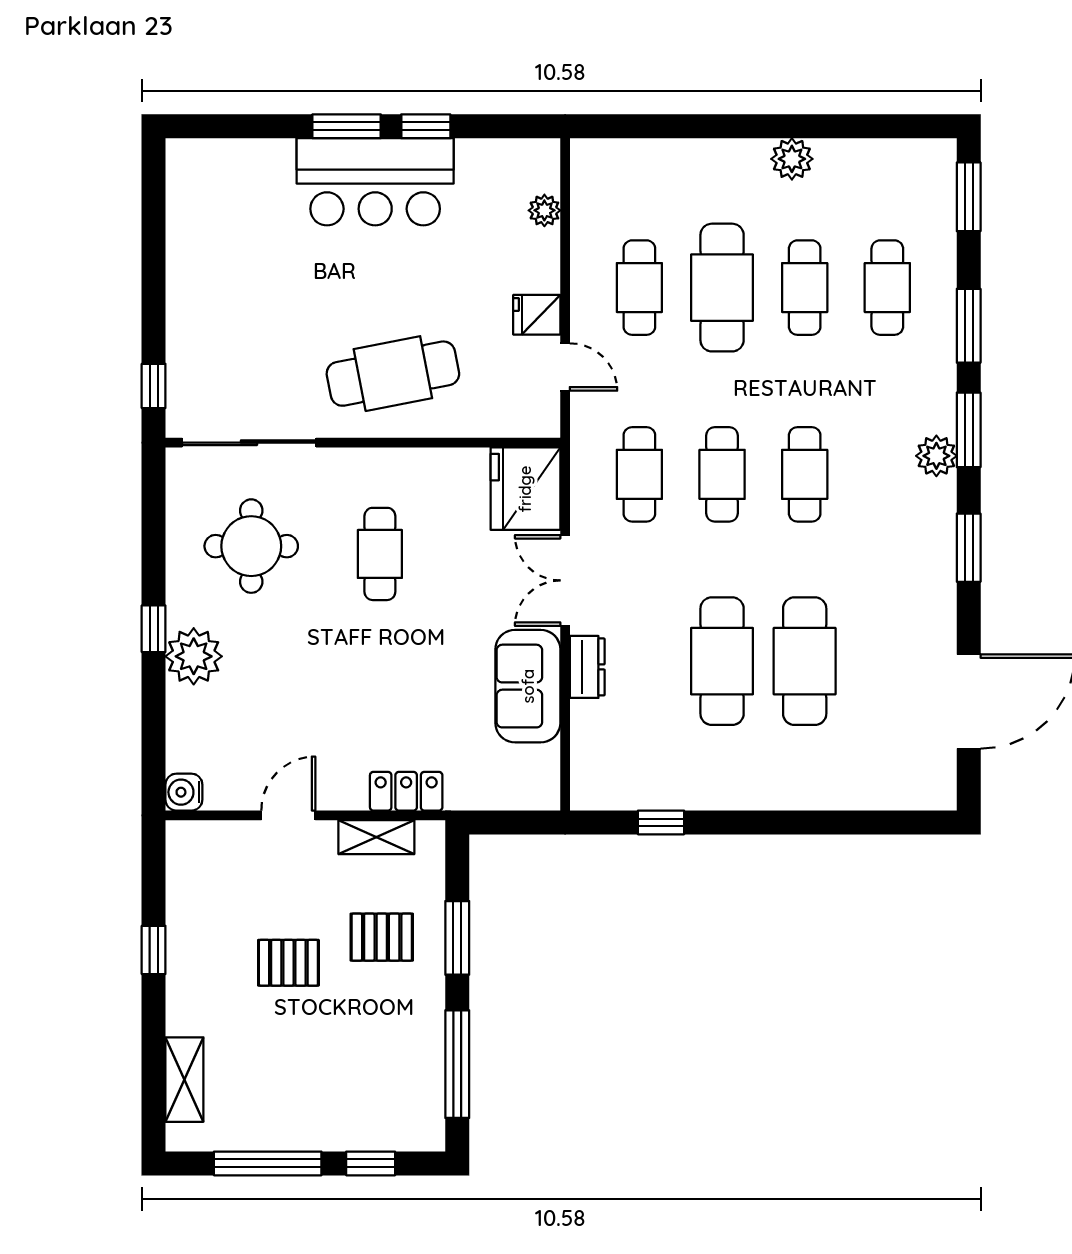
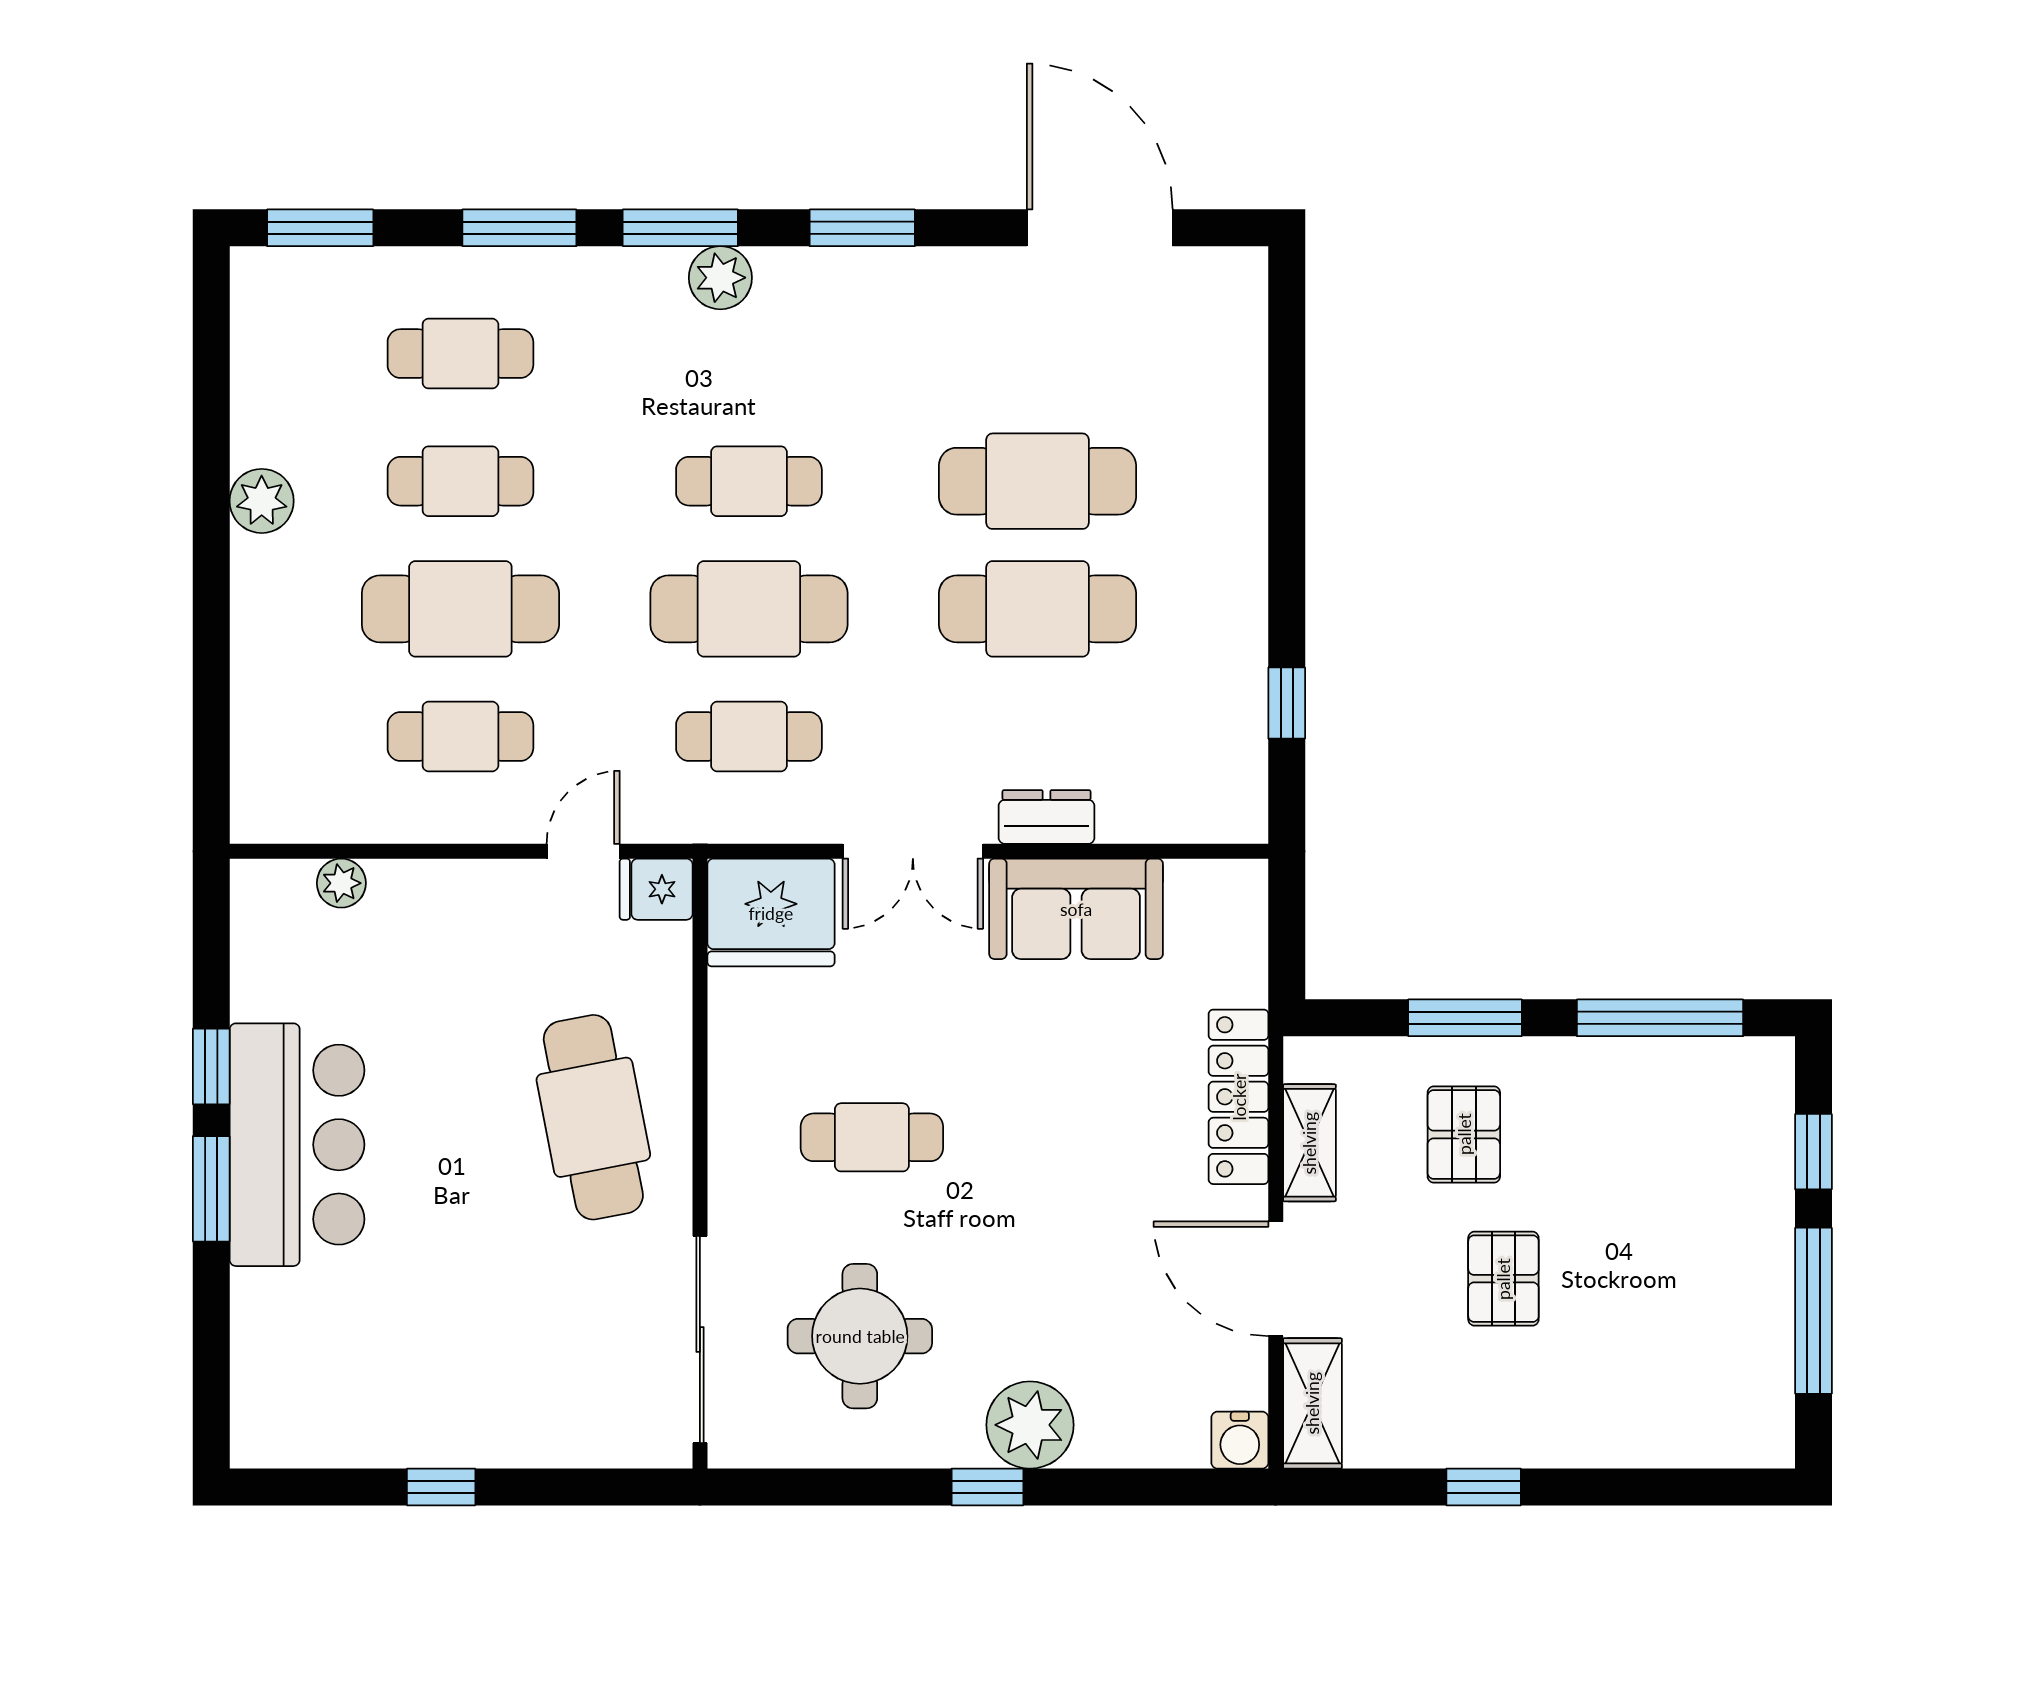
fridge: (537, 315) -> (656, 889), moved, turned 90
window: (154, 386) -> (441, 1487), moved
cafe table: (722, 474) -> (749, 609), width x1.37, depth x1.35
locker: (406, 791) -> (1239, 1097), width x1.53
door: (288, 815) -> (1276, 1279), width x1.38
shelving: (184, 1080) -> (1312, 1403), moved, turned 90

